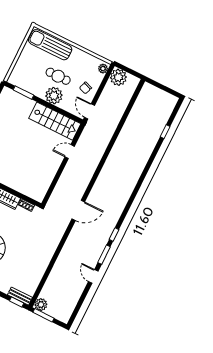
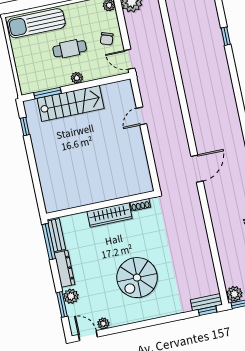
plant: (54, 96) -> (77, 78), width x0.53, depth x0.53
stairs: (55, 121) -> (71, 103), moved
window: (165, 132) -> (226, 36), moved

